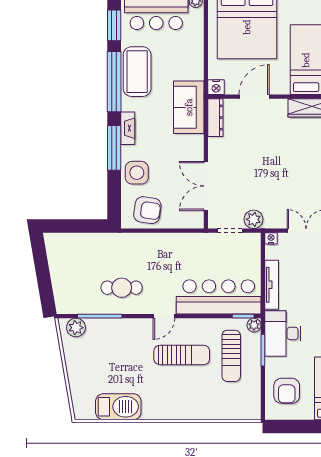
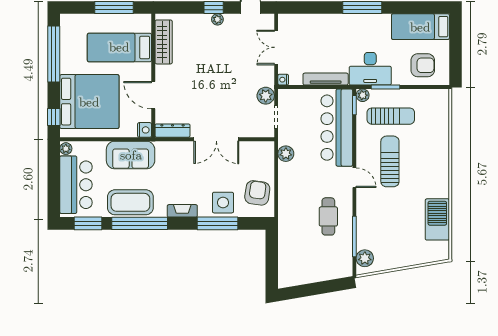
sofa: (189, 107) -> (131, 155), moved
window: (114, 148) -> (218, 223), moved
double door: (206, 186) -> (216, 139), moved
plant: (190, 241) -> (286, 154), added

